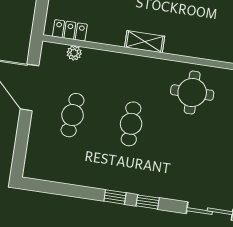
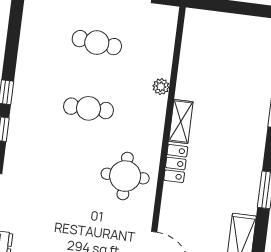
locker: (70, 30) -> (176, 163), moved
plant: (74, 53) -> (161, 87), moved

